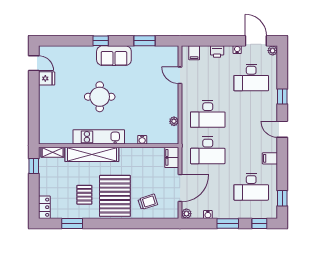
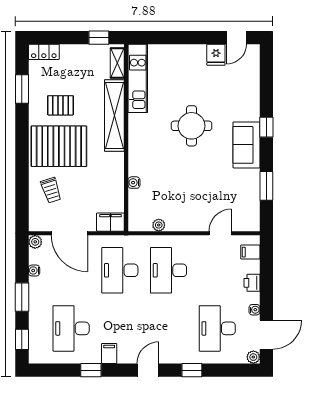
kitchen unit: (99, 137) -> (138, 78), moved
window: (282, 198) -> (91, 370), moved

